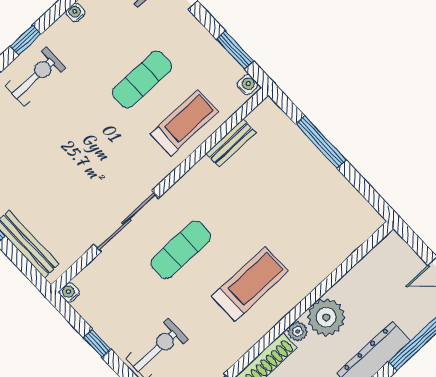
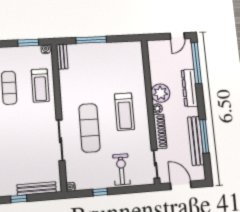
treadmill: (184, 123) -> (40, 85), turned 180
bench: (231, 143) -> (62, 57), moved
exercise mat: (181, 250) -> (89, 128), width x1.36, depth x1.45
treadmill: (250, 284) -> (124, 112), turned 180

